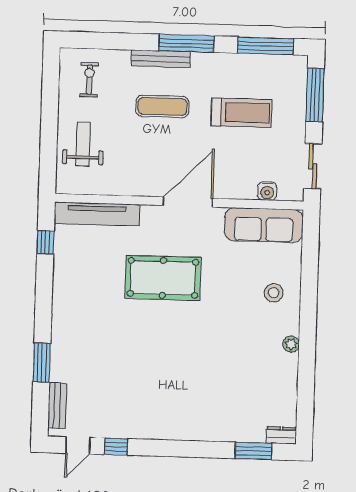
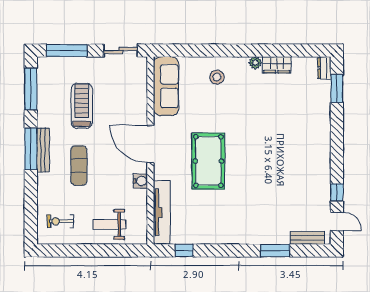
bench: (161, 59) -> (43, 150), moved
water cooler: (267, 191) -> (140, 181), moved
wardrobe: (287, 372) -> (277, 65), added

